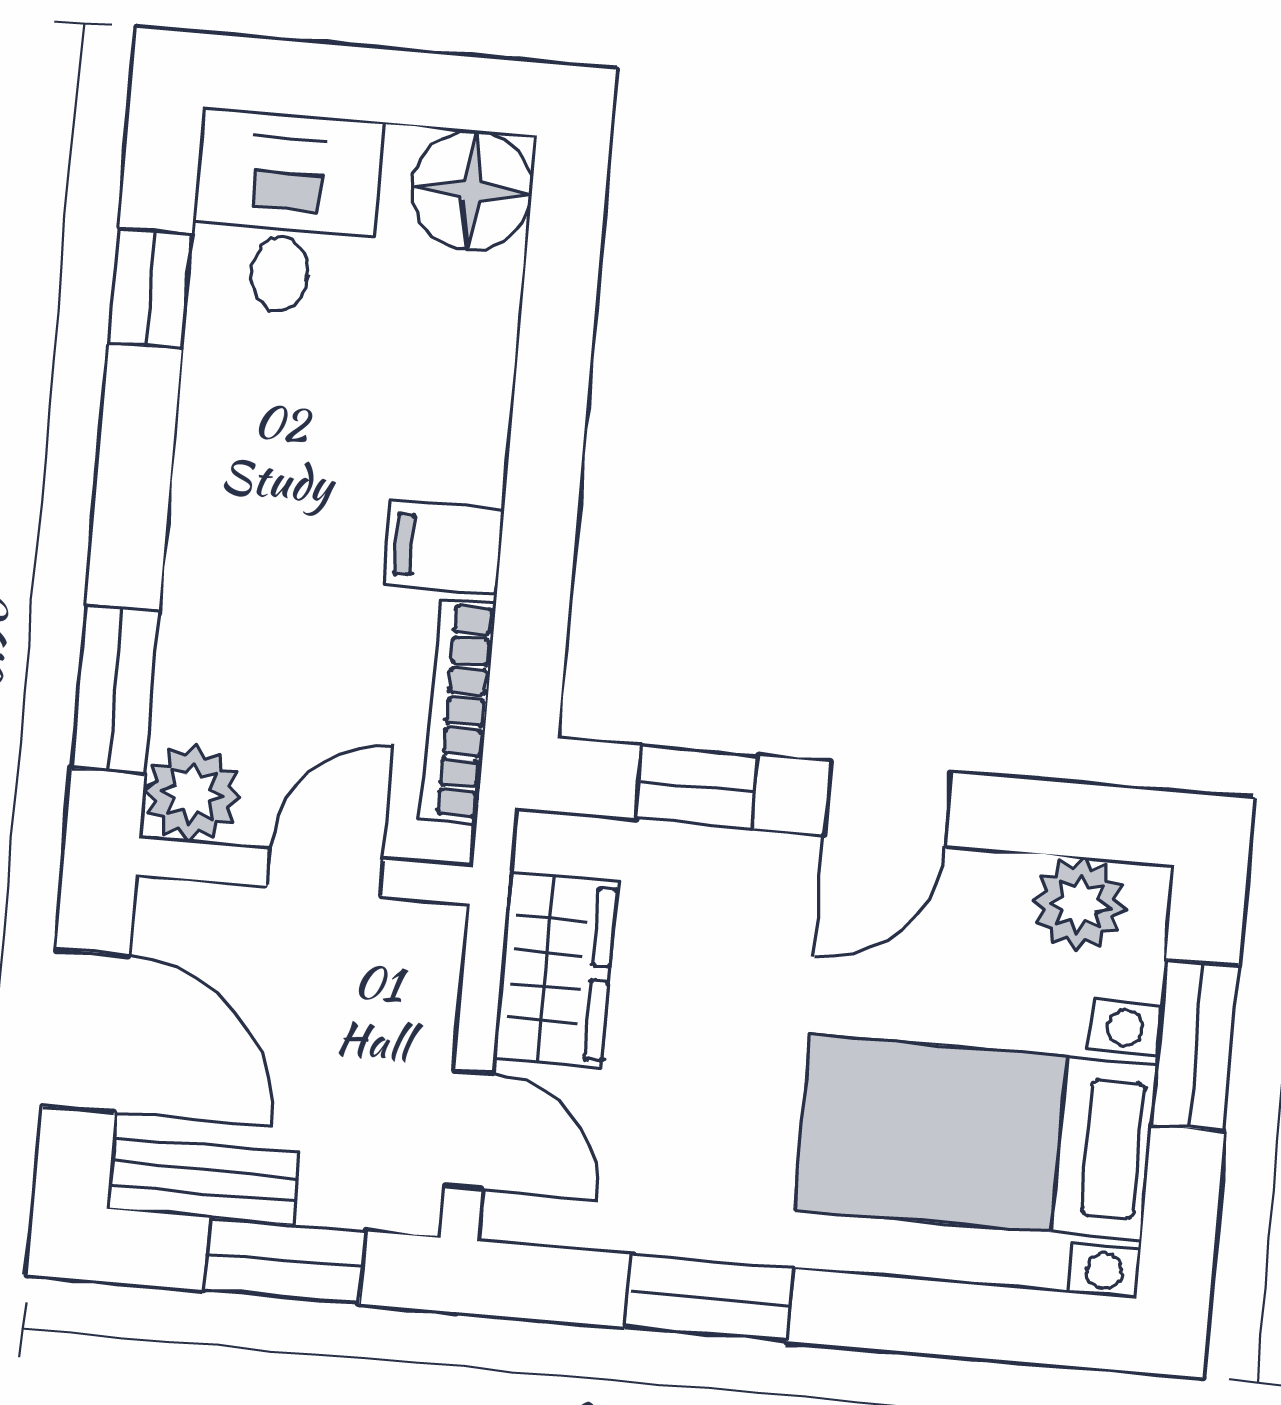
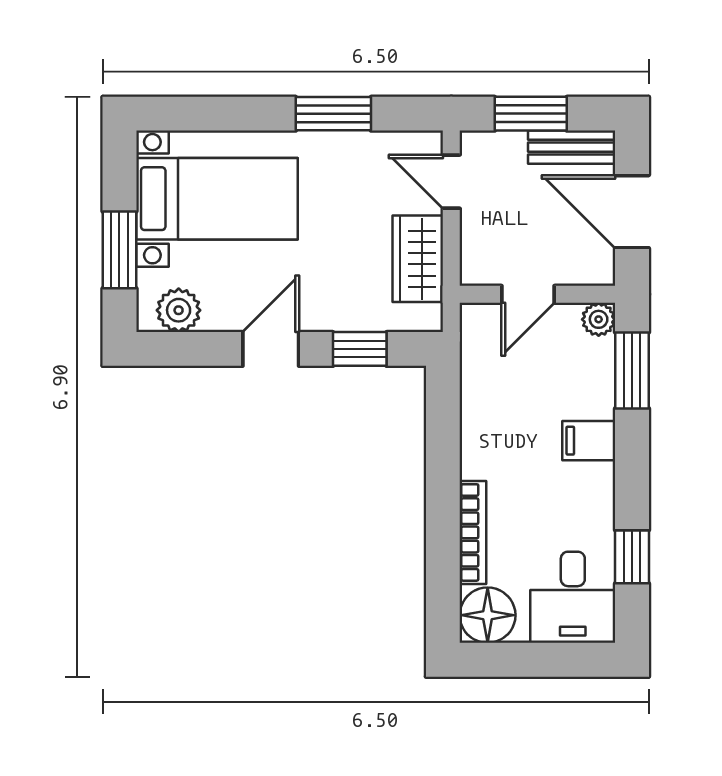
filing cabinet: (444, 548) -> (589, 441), moved, turned 180
bookcase: (458, 711) -> (473, 532), moved
plant: (192, 793) -> (599, 319), width x0.73, depth x0.73

